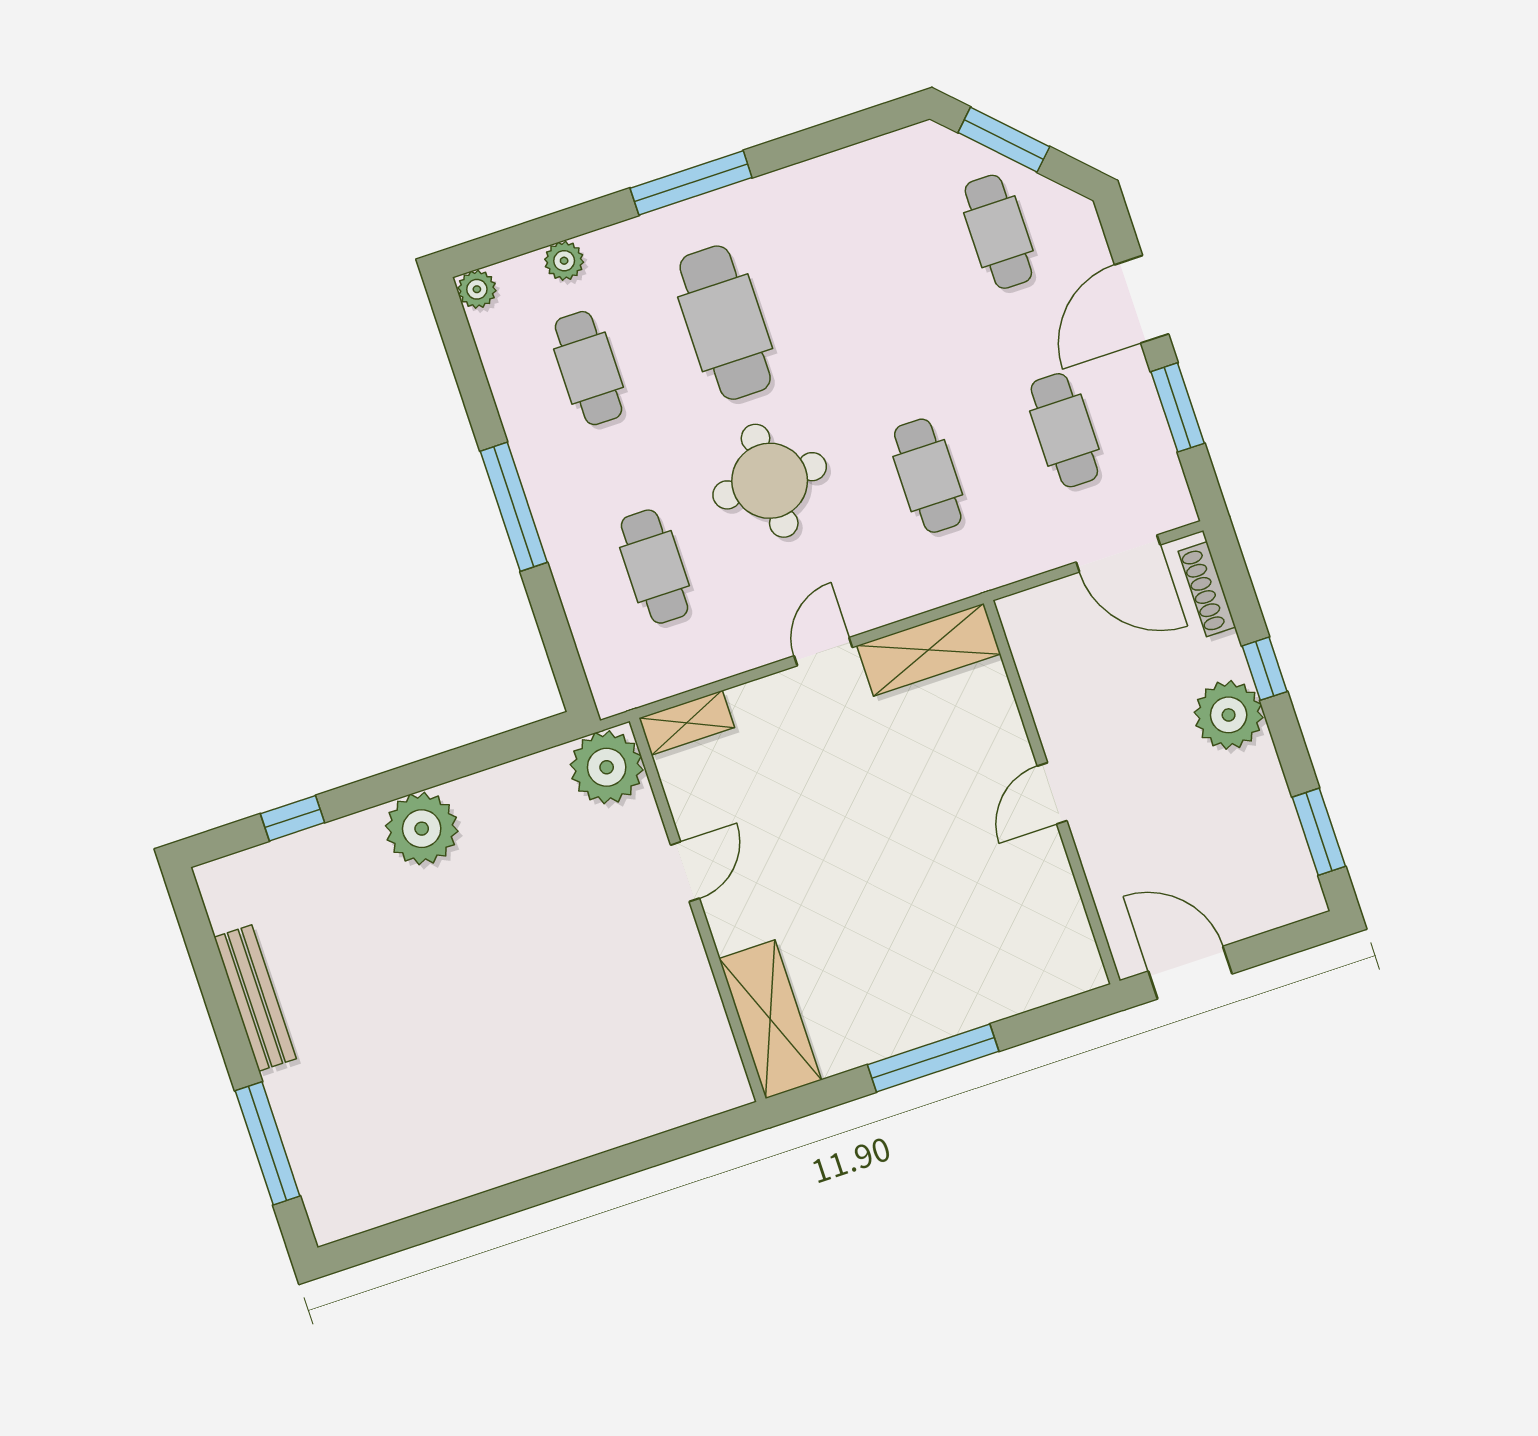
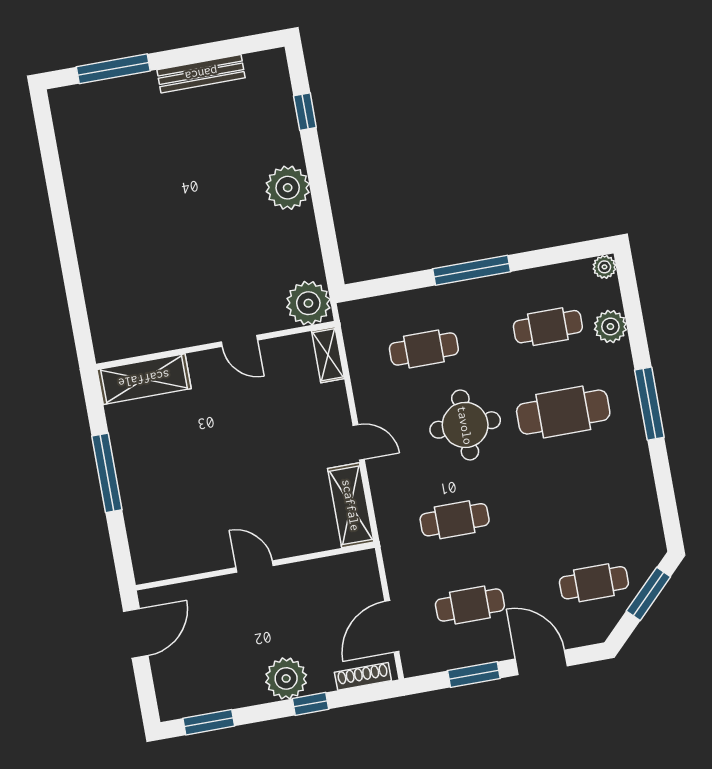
plant: (564, 261) -> (610, 326), width x1.38, depth x1.38

